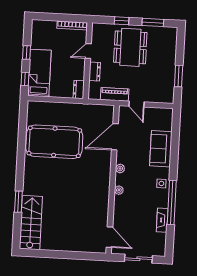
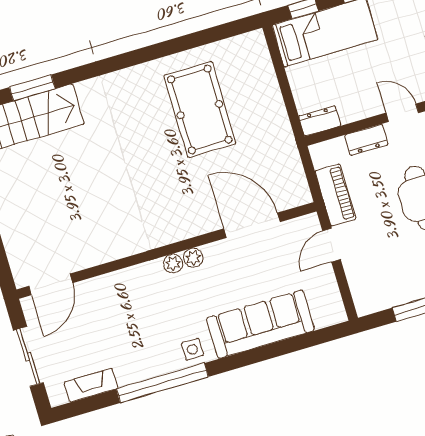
pool table: (54, 142) -> (200, 109), width x0.73, depth x0.76
sofa: (161, 149) -> (260, 324), width x1.36
plant: (119, 190) -> (173, 263), moved
window: (18, 202) -> (32, 88), moved
fireplace: (162, 220) -> (91, 385), moved

